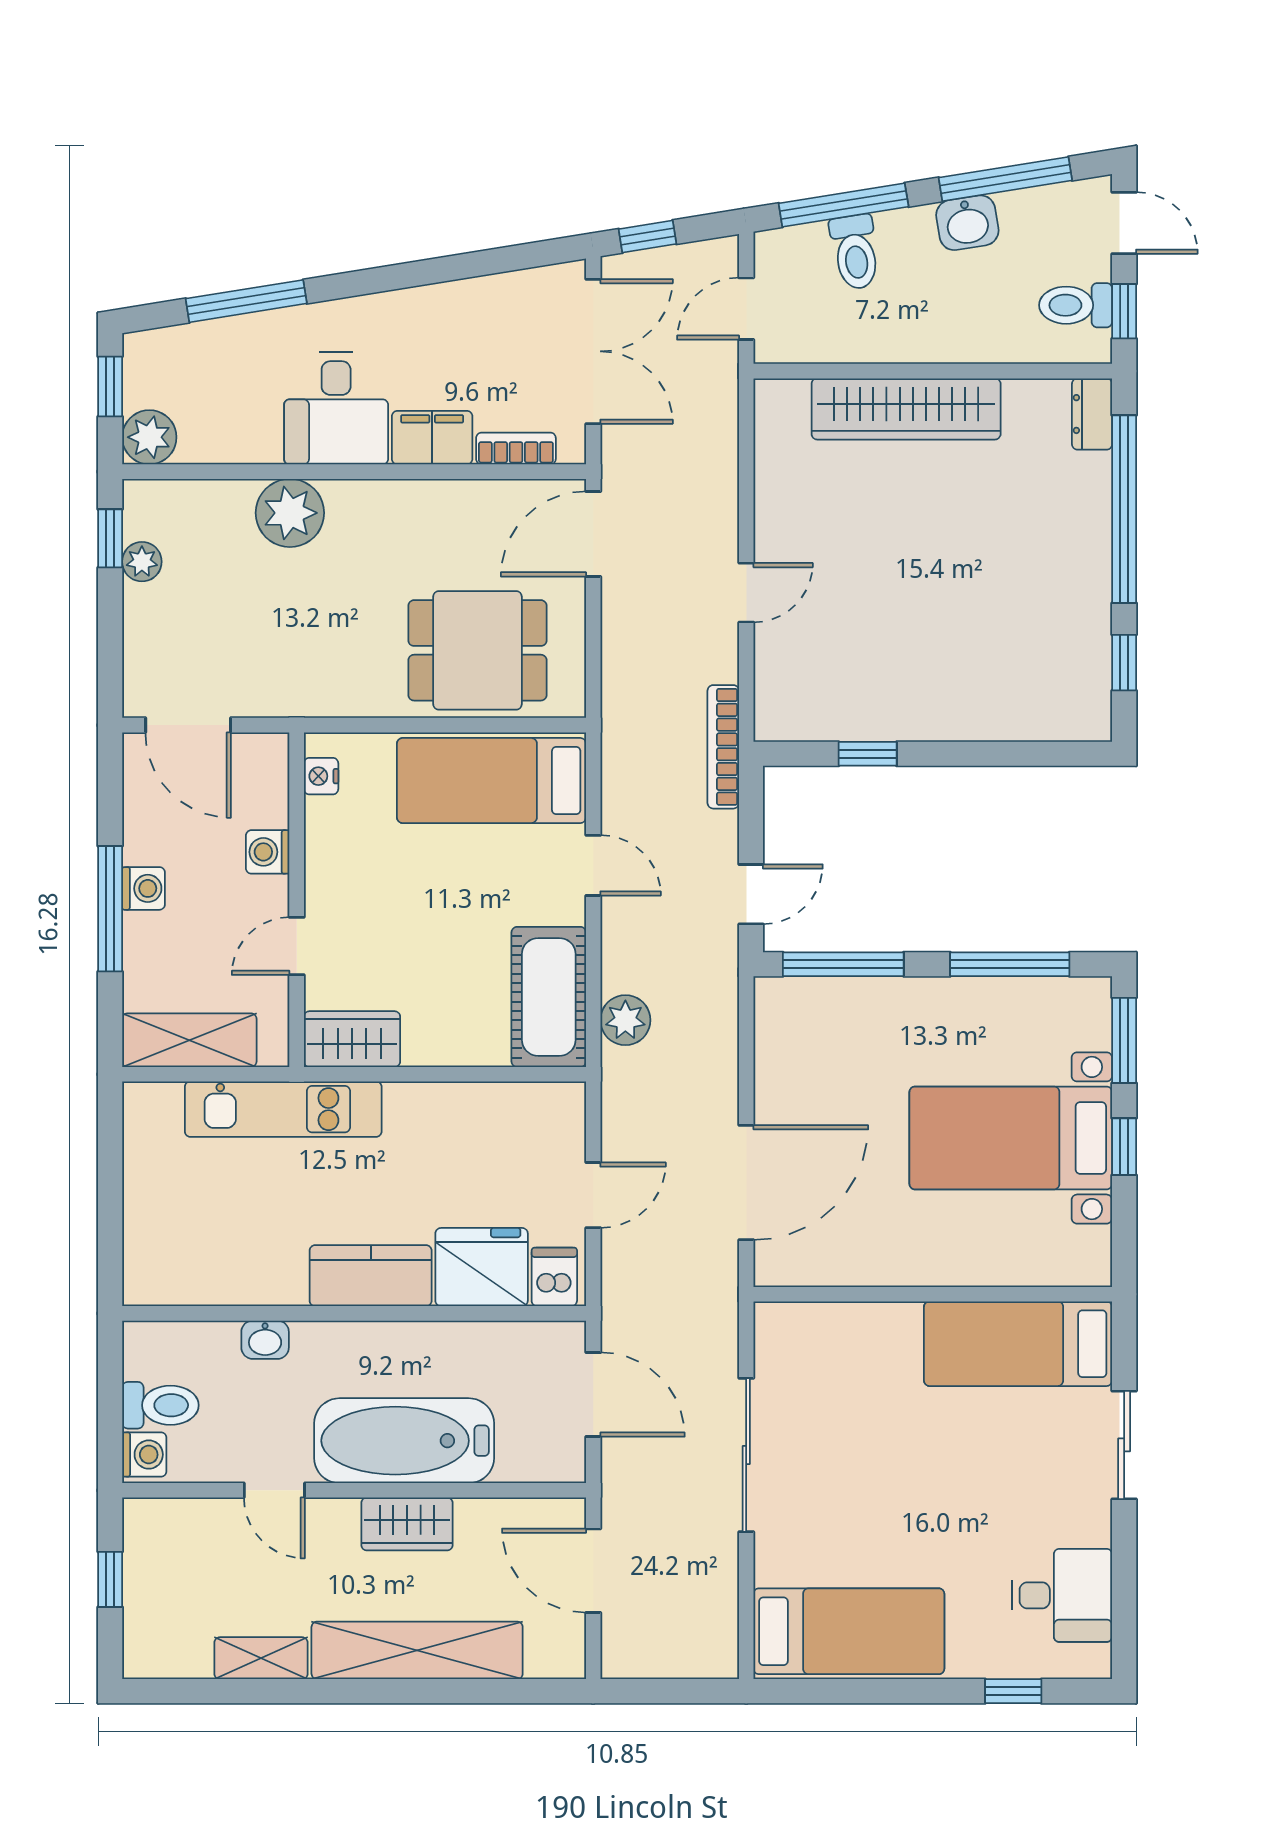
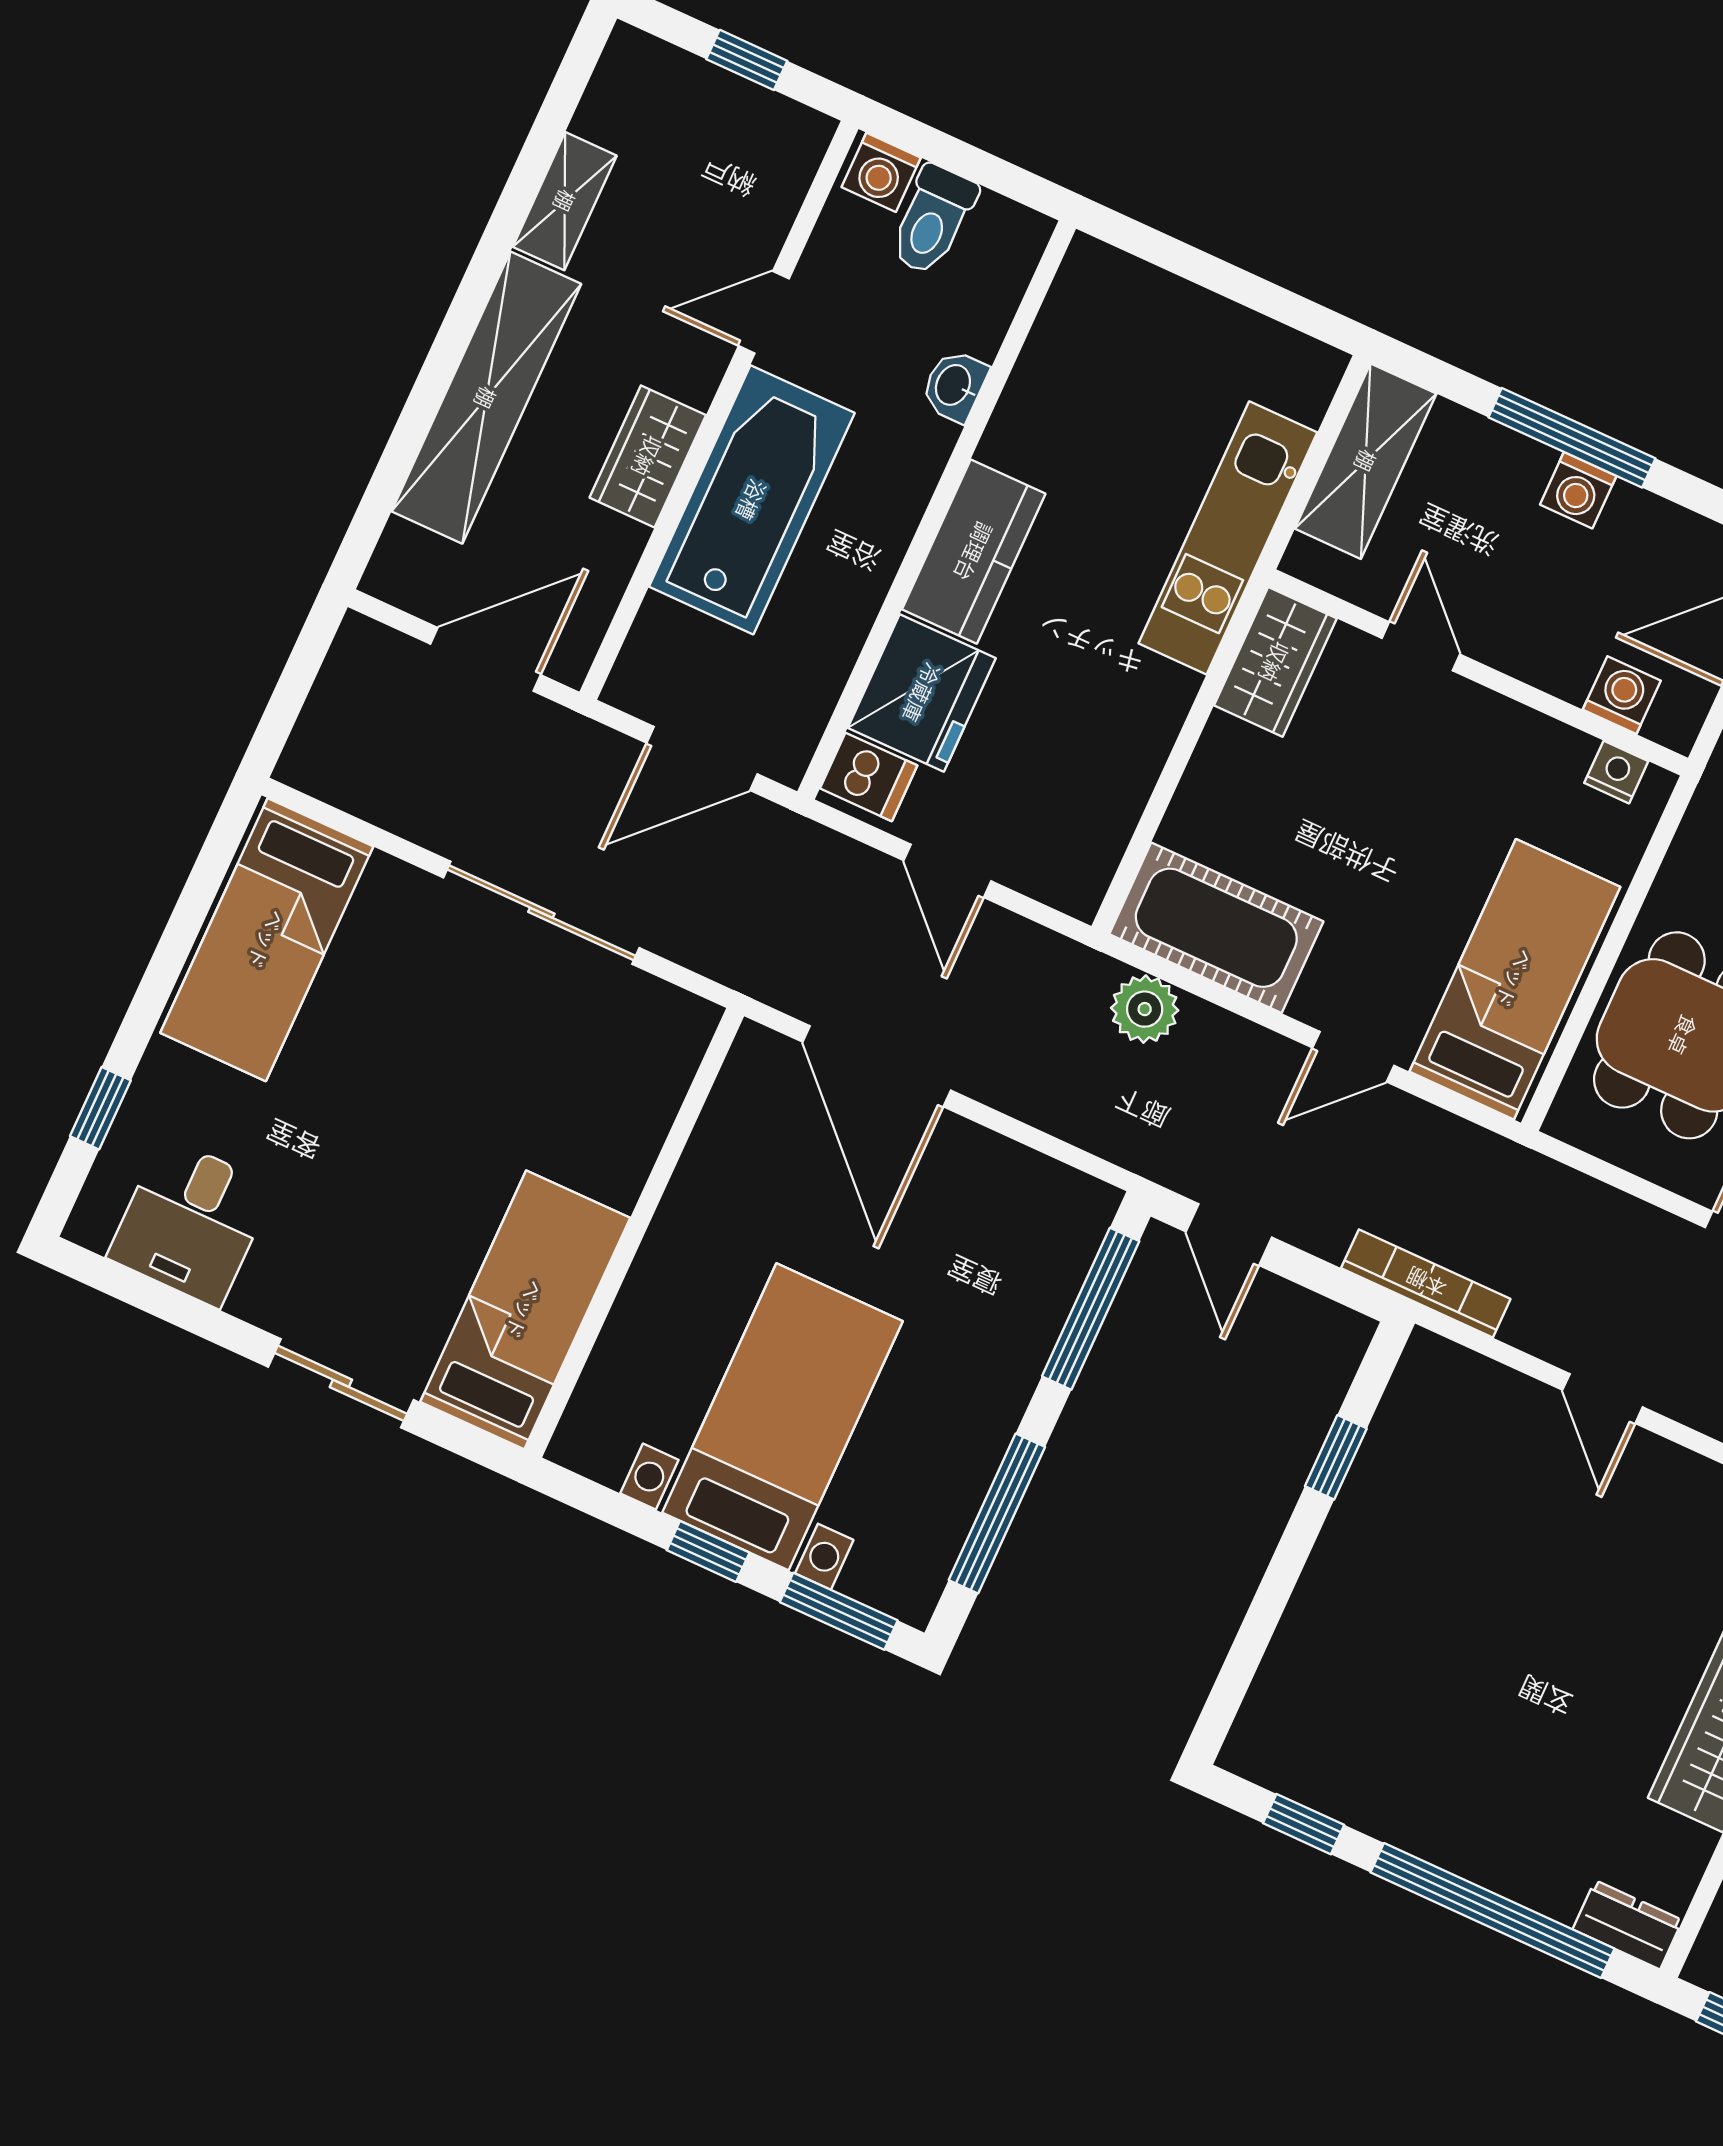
washing machine: (268, 852) -> (1622, 695), moved

